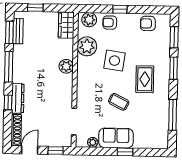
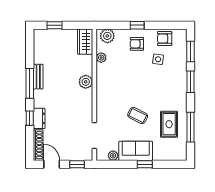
armchair: (110, 23) -> (137, 44), moved
bench: (18, 31) -> (38, 77), moved
window: (9, 32) -> (30, 50), removed
plant: (87, 46) -> (101, 58), width x0.53, depth x0.53
side table: (115, 61) -> (158, 59), moved, width x0.54, depth x0.54
rug: (145, 79) -> (169, 124), moved
dresser: (18, 98) -> (39, 118), width x0.70
door: (30, 150) -> (52, 164), hinge flipped

